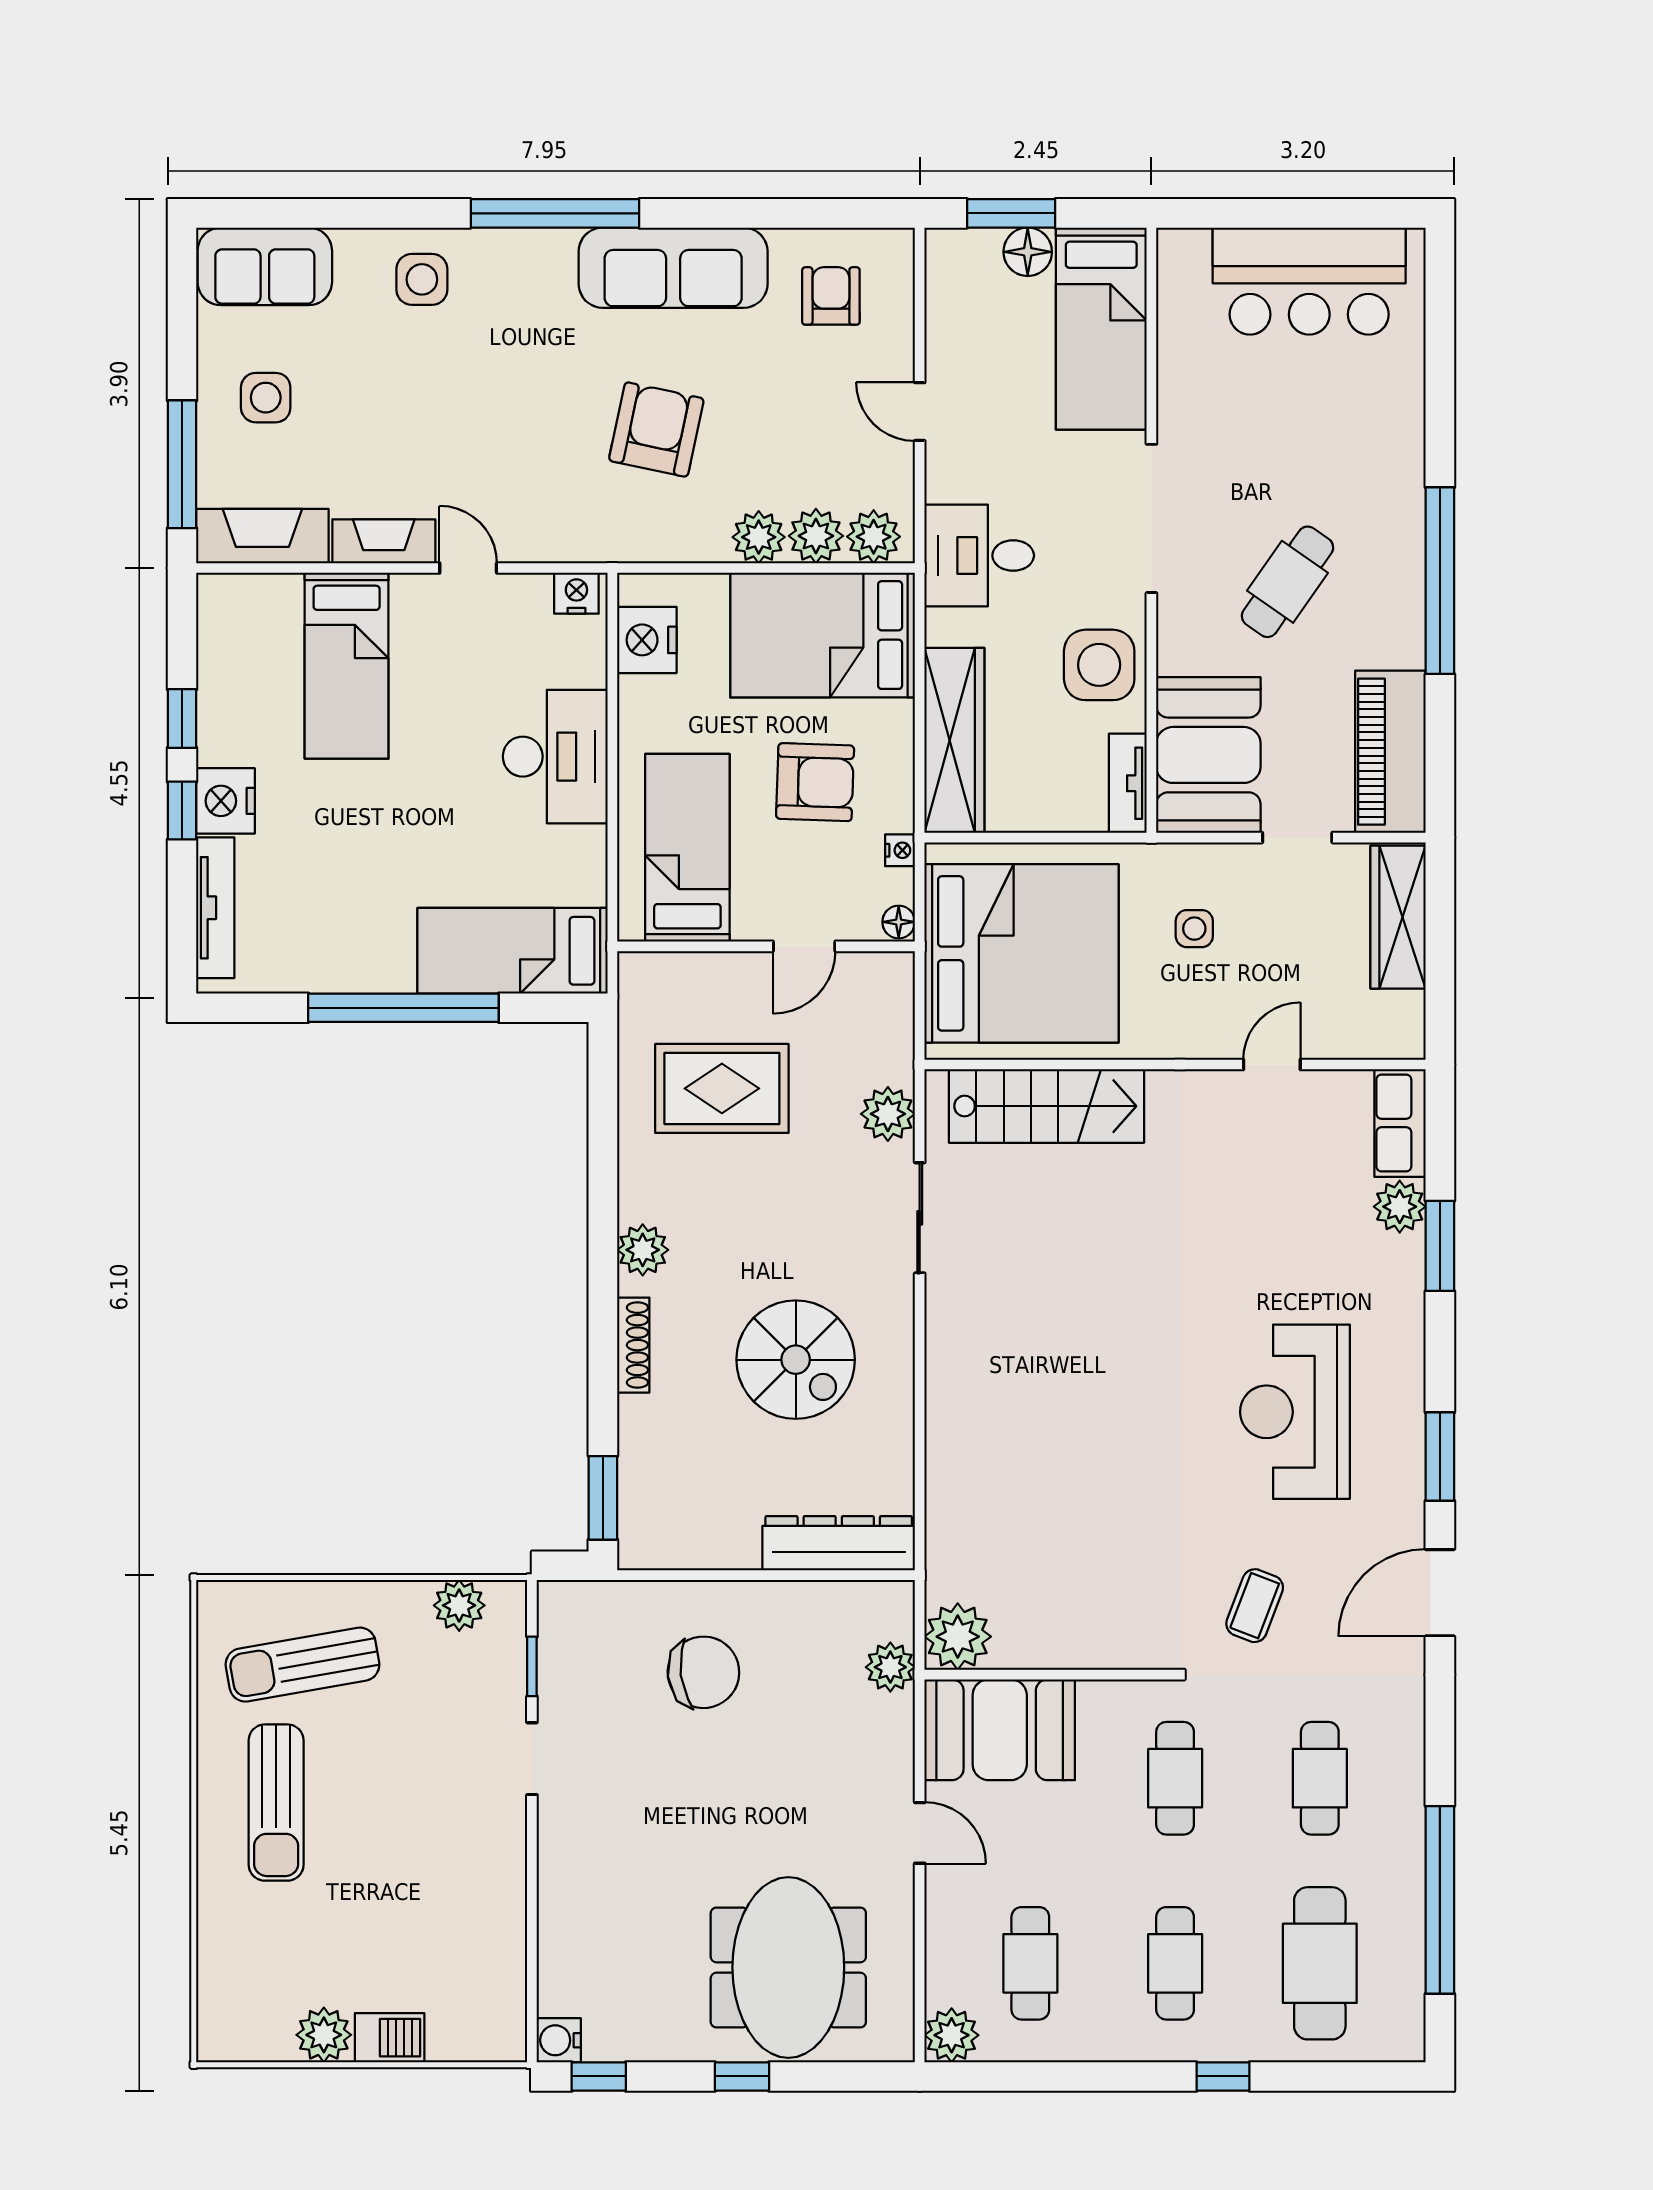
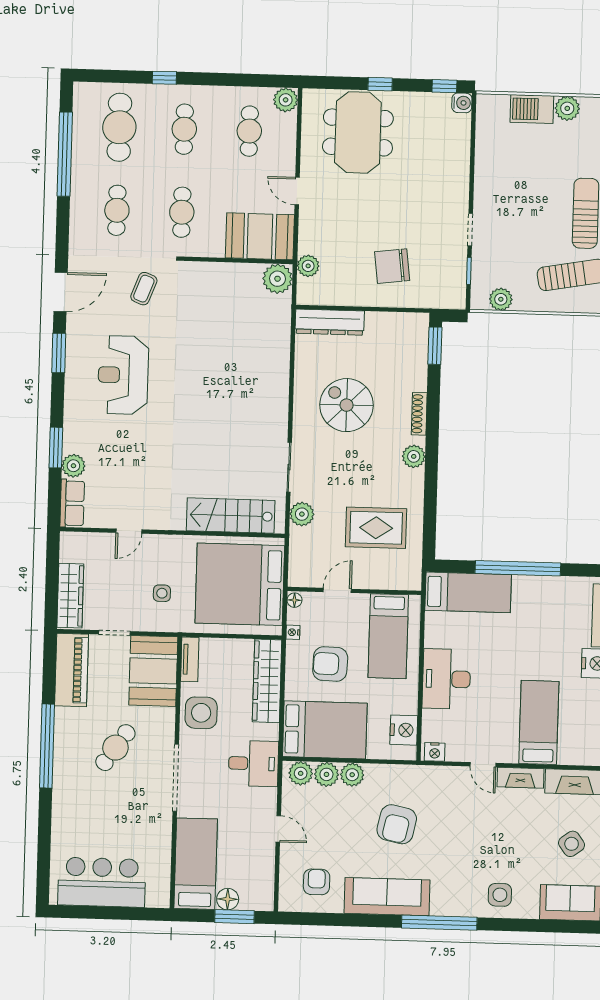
armchair: (831, 296) -> (317, 882), turned 180
side table: (266, 398) -> (572, 844), turned -36
reception desk: (1295, 1412) -> (123, 375), turned 180
barbecue: (390, 2038) -> (532, 109), width x1.38, depth x1.27

